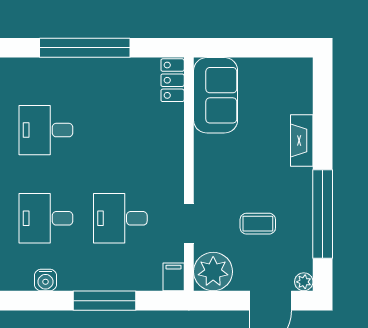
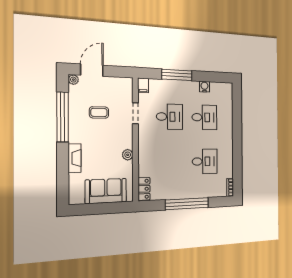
sofa: (216, 95) -> (106, 191), moved, turned 90
plant: (213, 272) -> (128, 155), moved, width x0.53, depth x0.53

